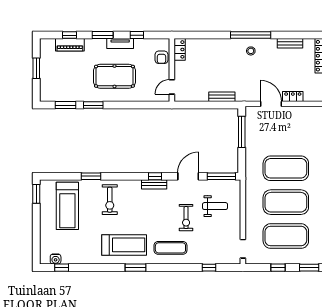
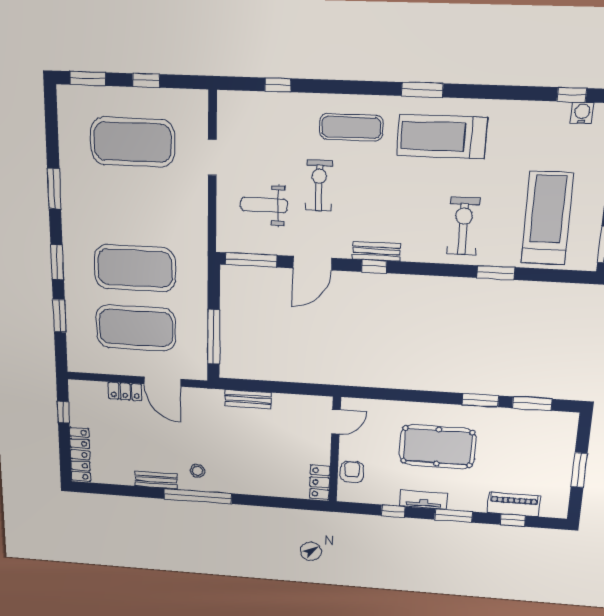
bench: (290, 43) -> (156, 480), moved
exercise mat: (286, 202) -> (136, 328), moved
doorway: (243, 249) -> (212, 157), moved

